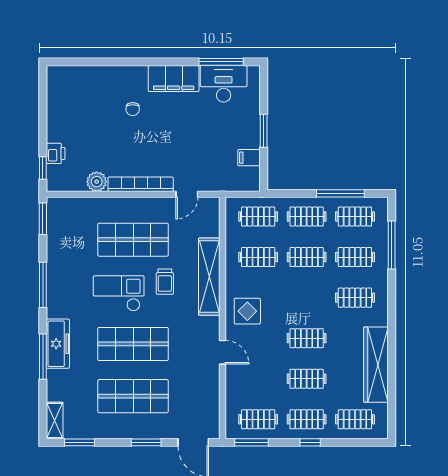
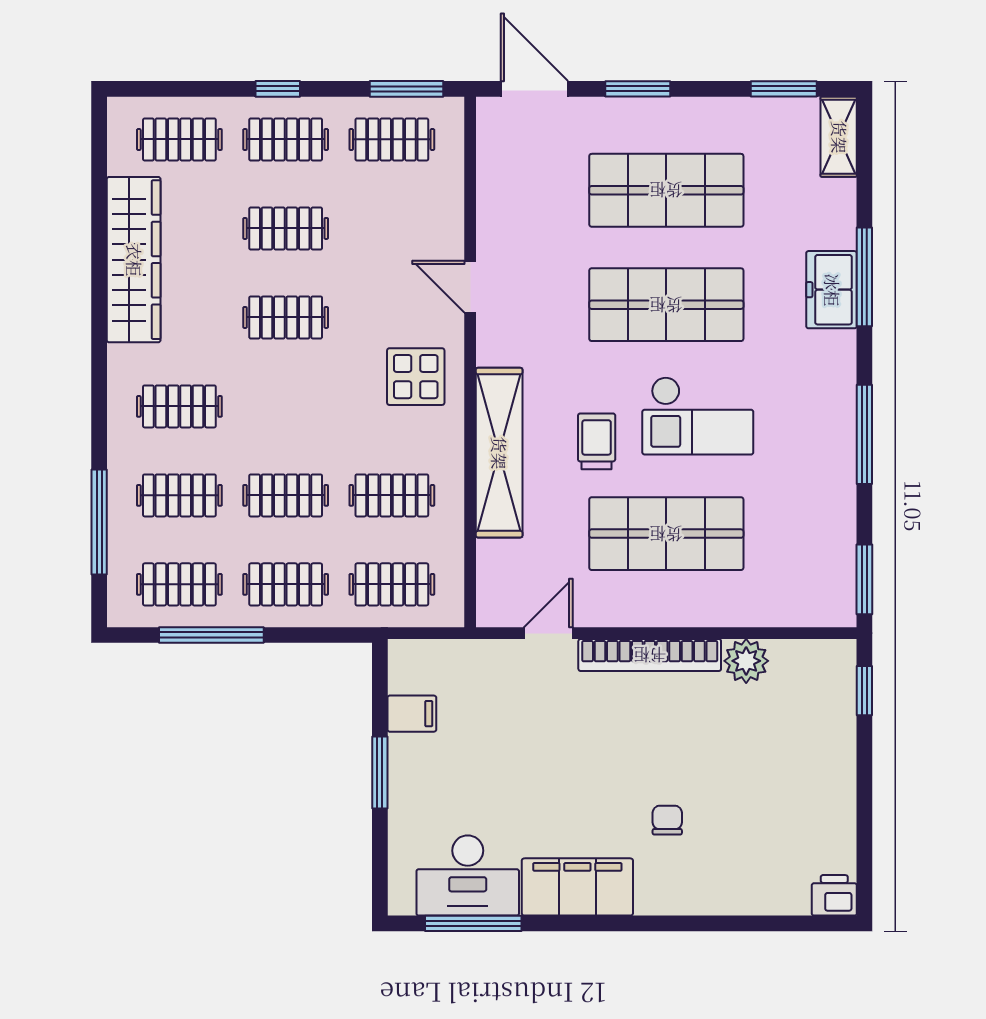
printer: (56, 153) -> (834, 895), moved, turned 90
freezer: (58, 344) -> (832, 290), width x0.71

